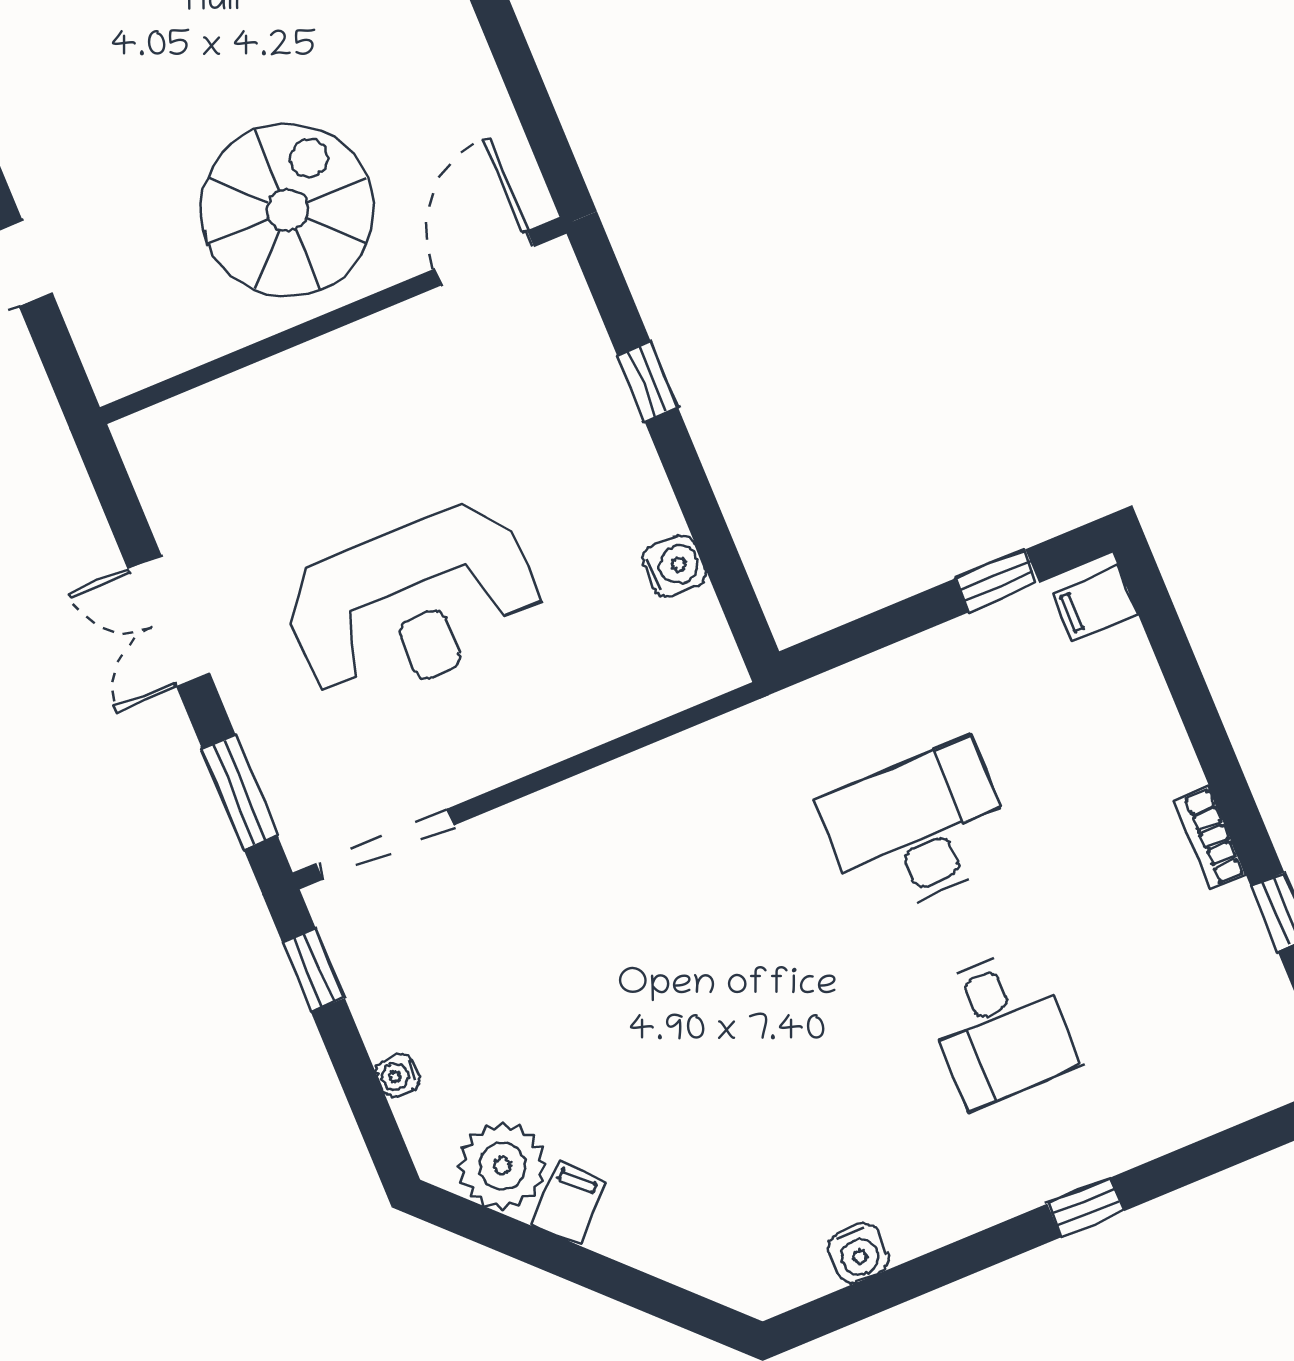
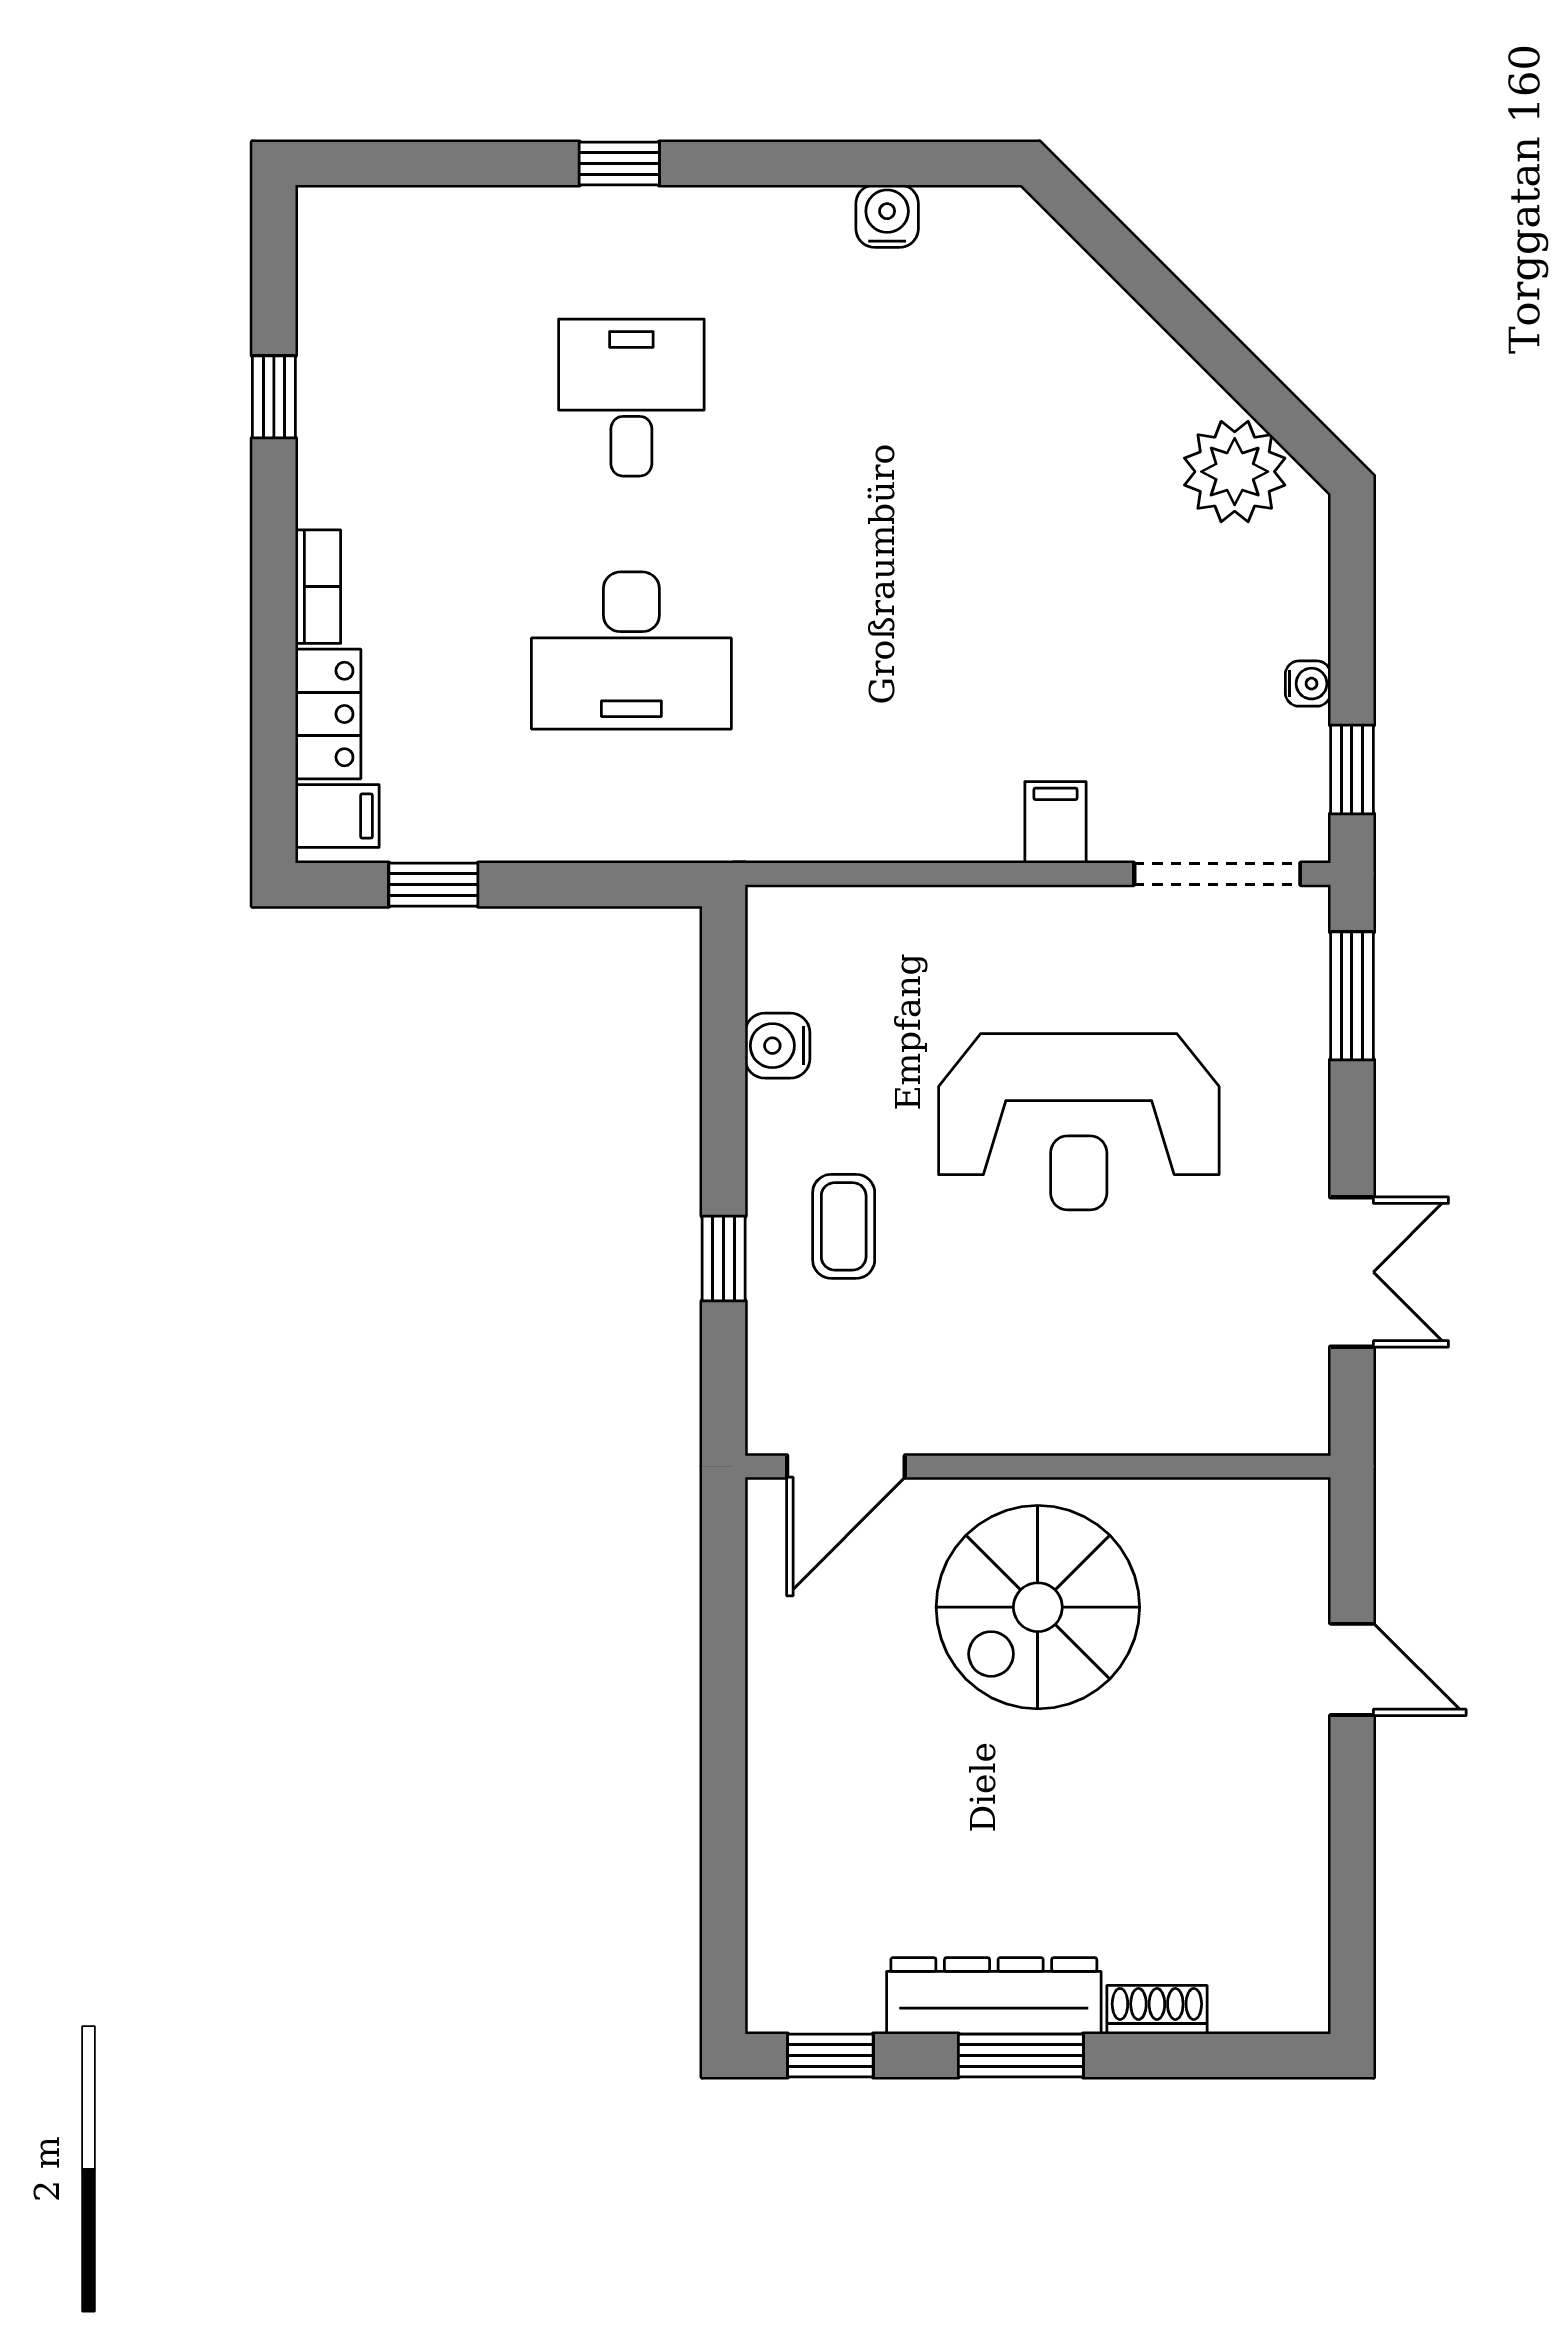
coffee table: (564, 446) -> (844, 1226), added
reception desk: (413, 604) -> (1079, 1122), turned 180
double door: (169, 621) -> (1352, 1272), moved
locker: (1135, 680) -> (328, 714), added
bookcase: (1210, 838) -> (318, 587), moved
water cooler: (398, 1076) -> (1308, 684), moved
filing cabinet: (568, 1203) -> (1055, 822), moved, turned 135

